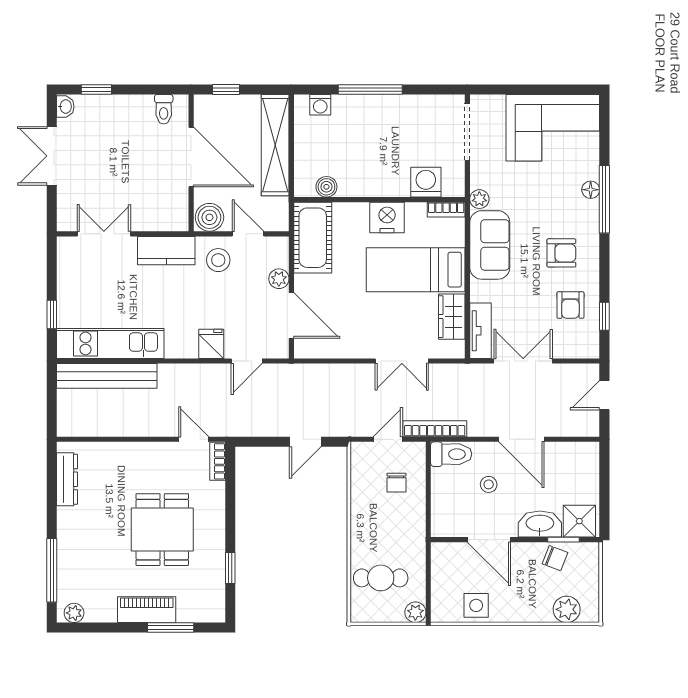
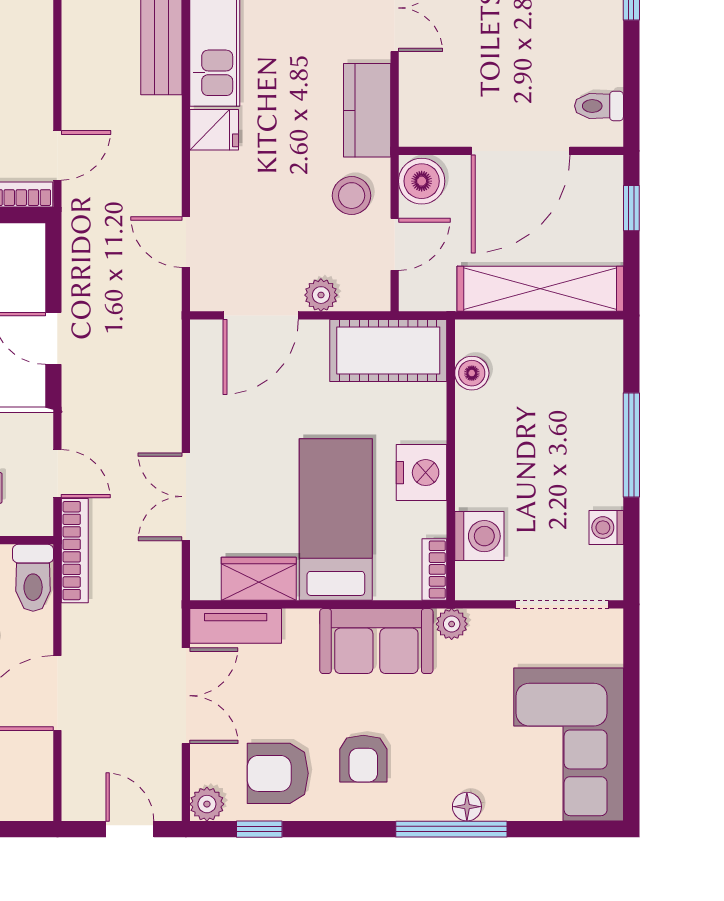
washing machine: (320, 105) -> (606, 528), moved
armchair: (570, 305) -> (278, 773), width x1.38, depth x1.38
fridge: (211, 344) -> (214, 130), moved
plant: (589, 348) -> (207, 804), added

